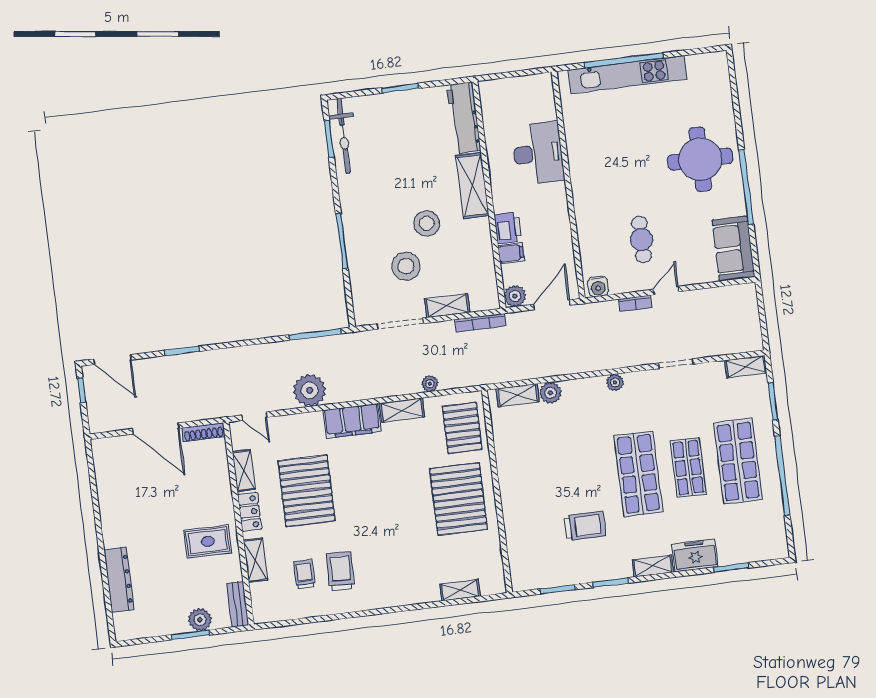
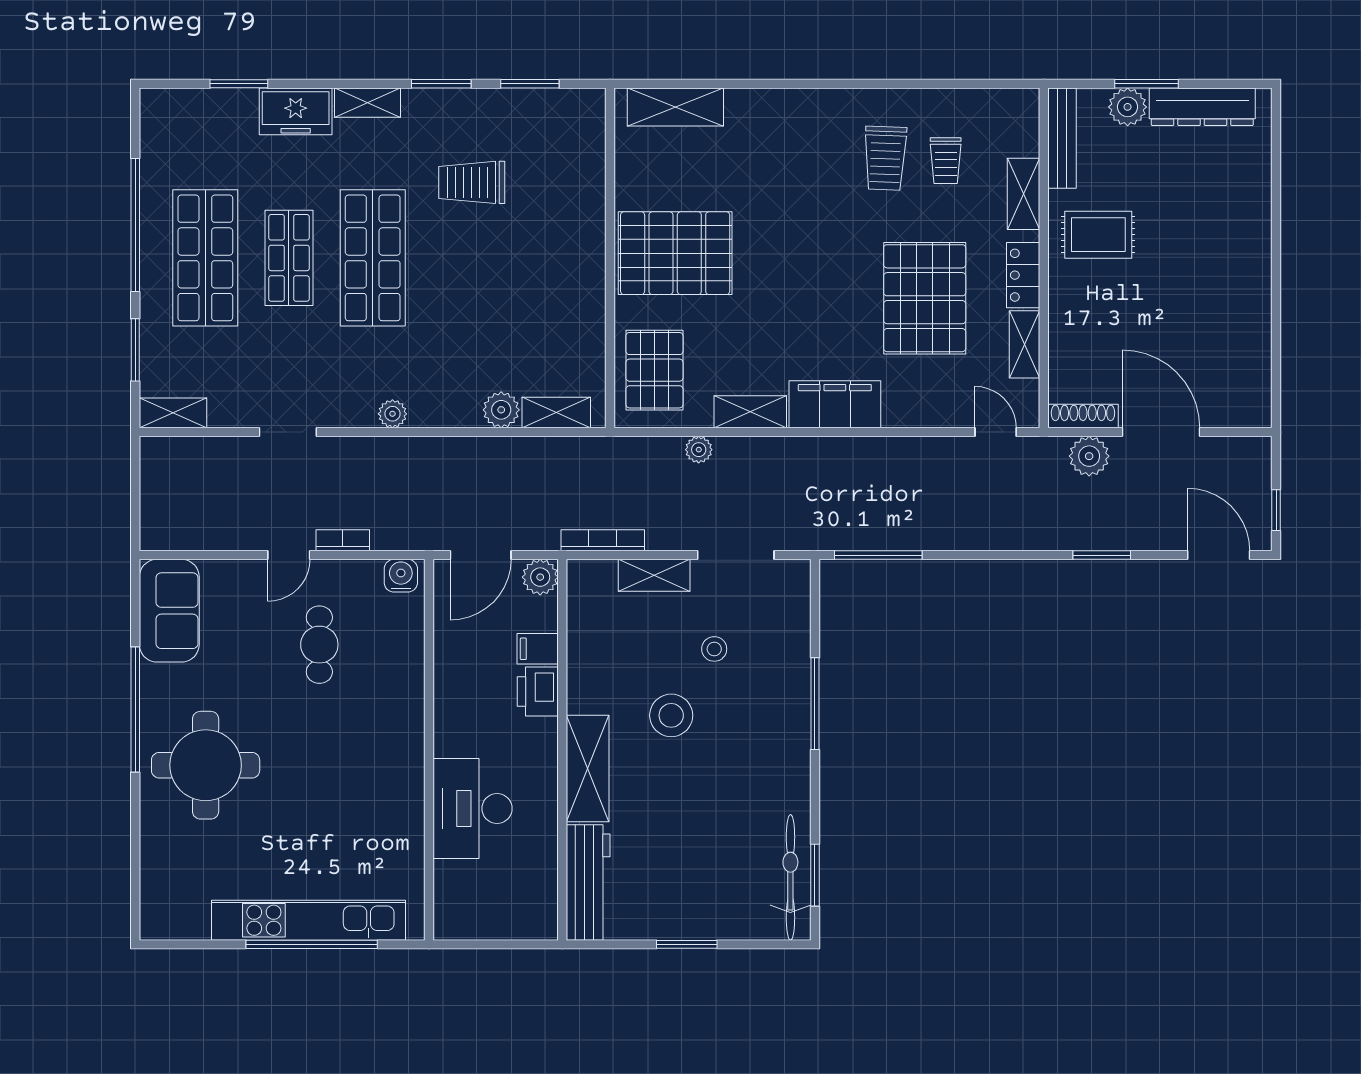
stool: (406, 266) -> (714, 649), width x0.53, depth x0.53
plant: (310, 390) -> (1089, 456), moved, width x0.73, depth x0.73
pallet: (459, 499) -> (675, 253), turned 90
dresser: (119, 580) -> (1202, 107), moved, turned -90
shelving: (460, 590) -> (675, 107), width x1.50, depth x1.33
bench: (238, 604) -> (1062, 138), width x1.36

